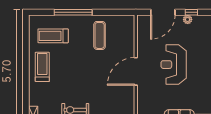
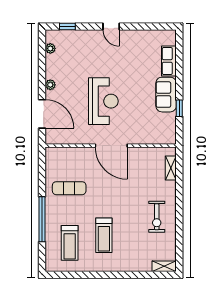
window: (191, 12) -> (42, 80), removed
reception desk: (174, 65) -> (103, 101), turned -90
treadmill: (42, 67) -> (104, 235), moved, turned -90

